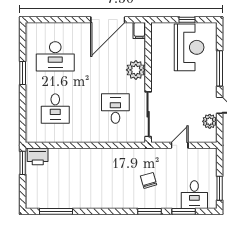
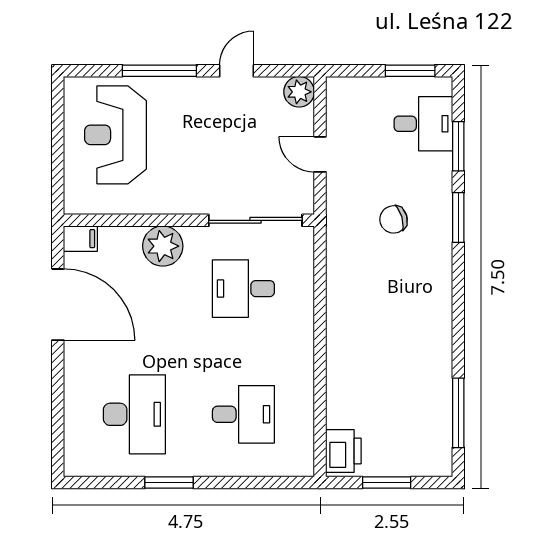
window: (187, 20) -> (58, 139), removed
reception desk: (189, 47) -> (115, 135), turned -90
plant: (210, 121) -> (299, 92), moved
window: (23, 163) -> (387, 483), moved

